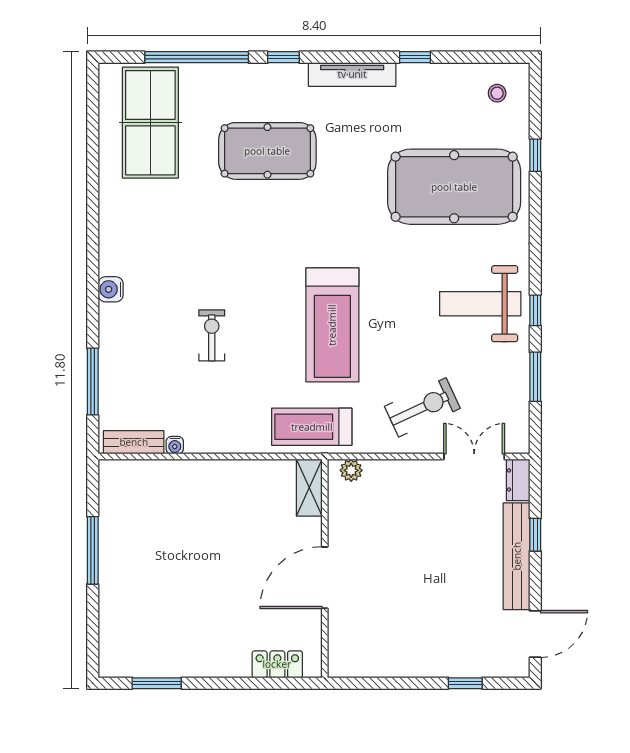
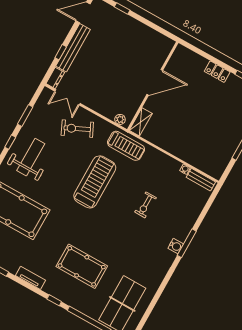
tv unit: (352, 74) -> (31, 278), width x0.71
weight bench: (480, 304) -> (31, 157), turned -90
window: (93, 382) -> (187, 243), moved
locker: (277, 664) -> (217, 72), moved

